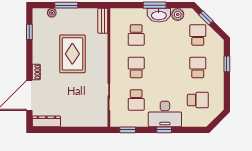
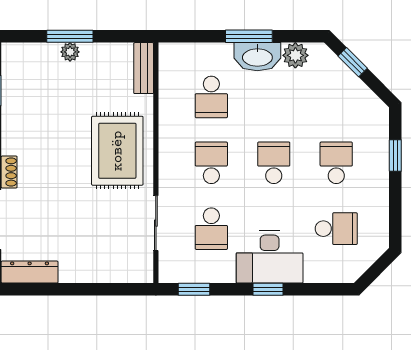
plant: (52, 13) -> (70, 52), moved
school desk: (198, 35) -> (274, 163), moved
rug: (72, 54) -> (117, 151), moved

